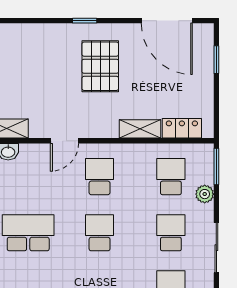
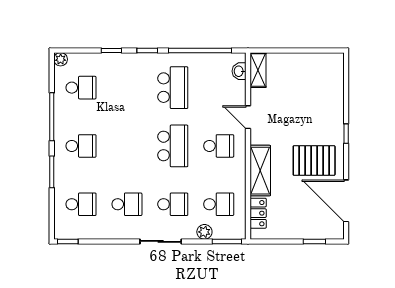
door: (167, 21) -> (346, 201), hinge flipped
pallet: (100, 66) -> (314, 161), moved
shelving: (140, 129) -> (260, 171), width x1.50, depth x1.33
school desk: (100, 233) -> (173, 146), width x1.85

